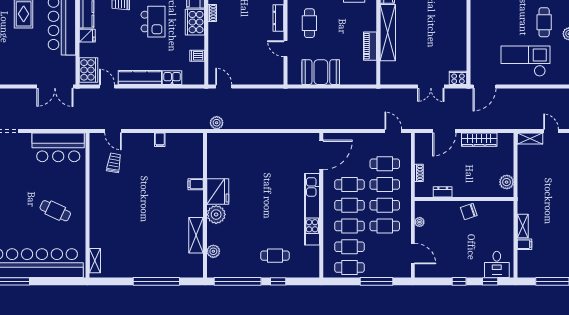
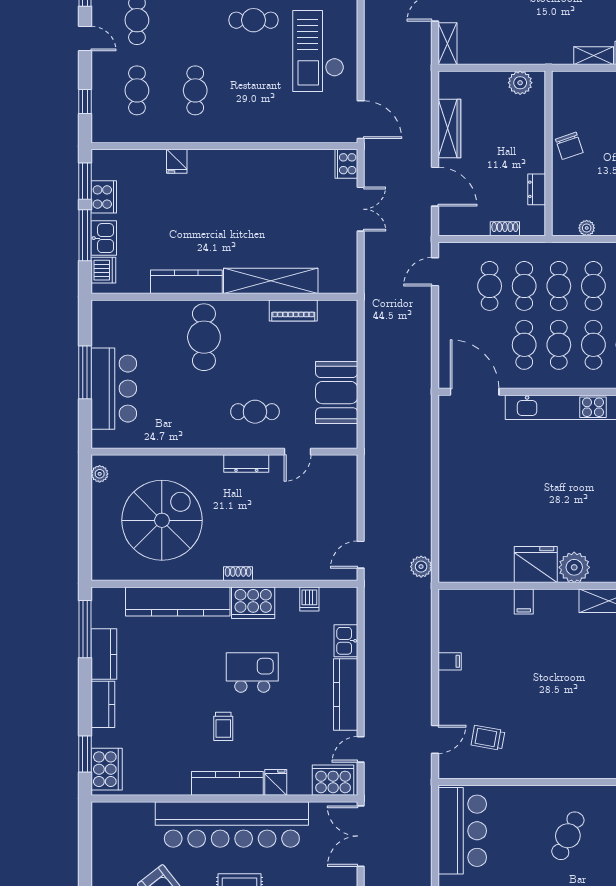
double door: (55, 86) -> (361, 836), swing flipped

